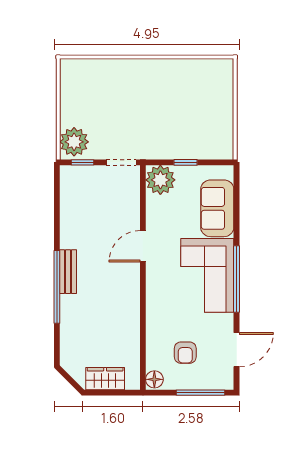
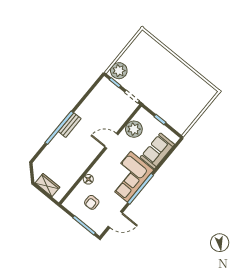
plant: (160, 180) -> (134, 129), moved
floor lamp: (154, 379) -> (88, 179), moved

